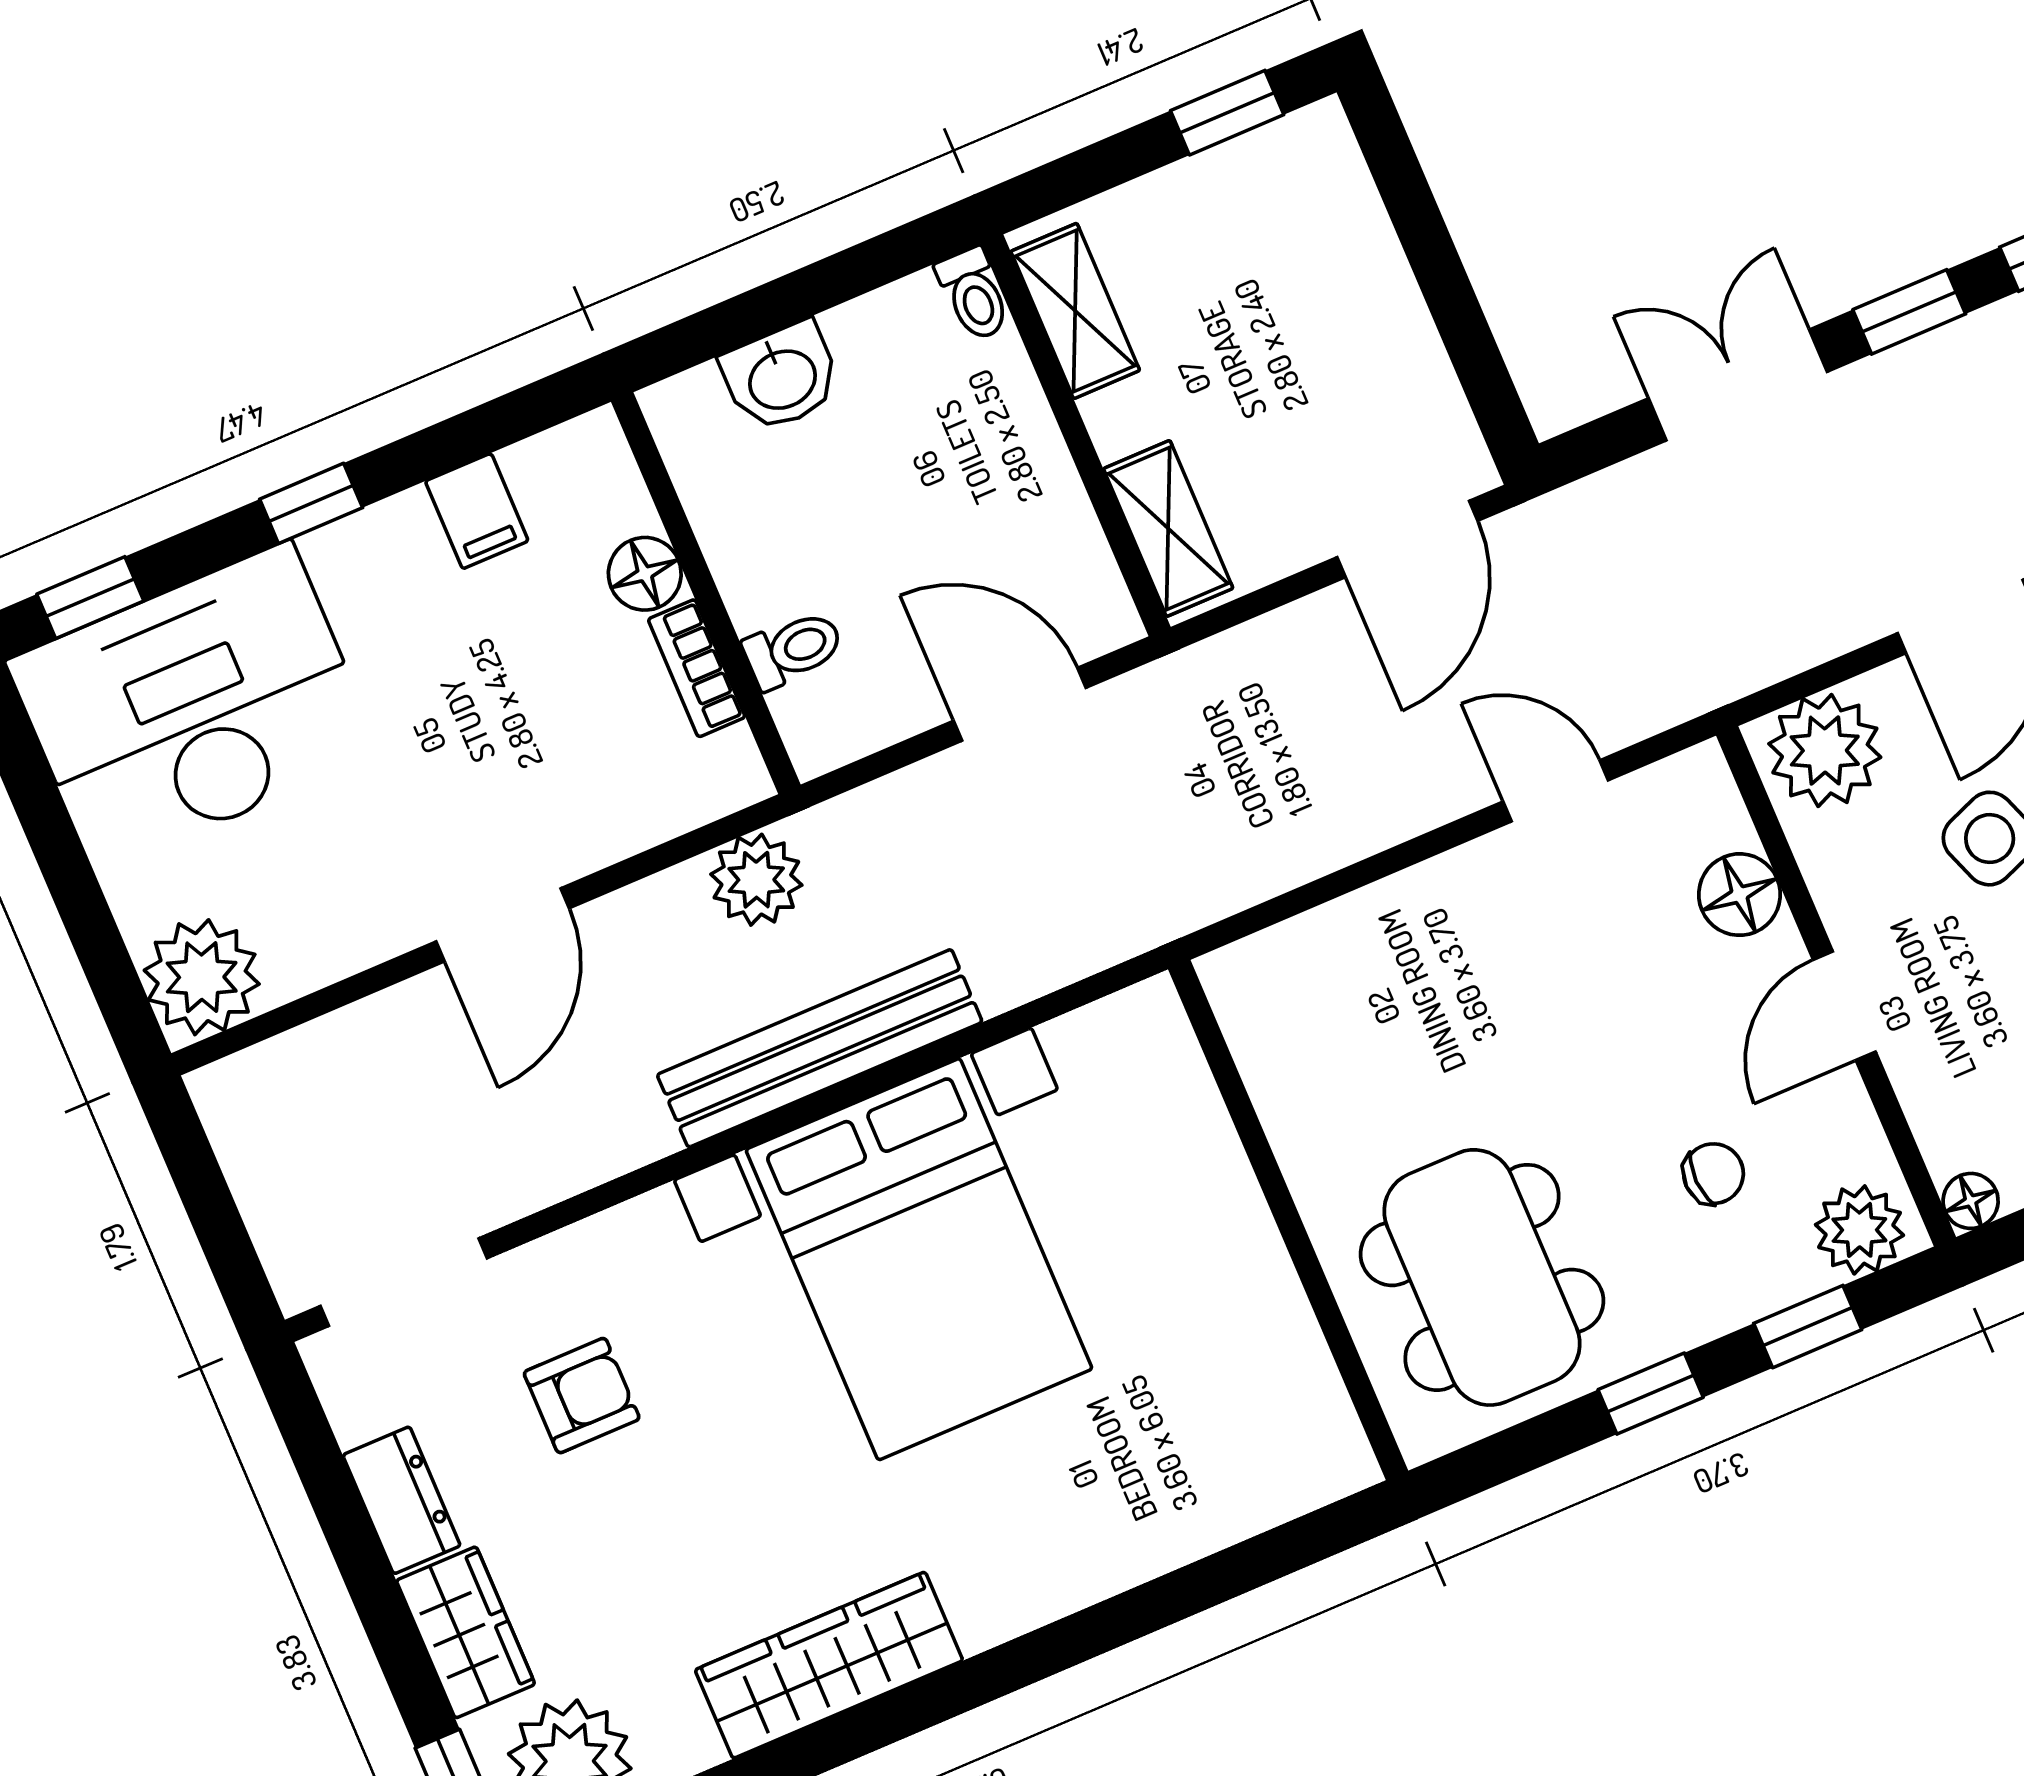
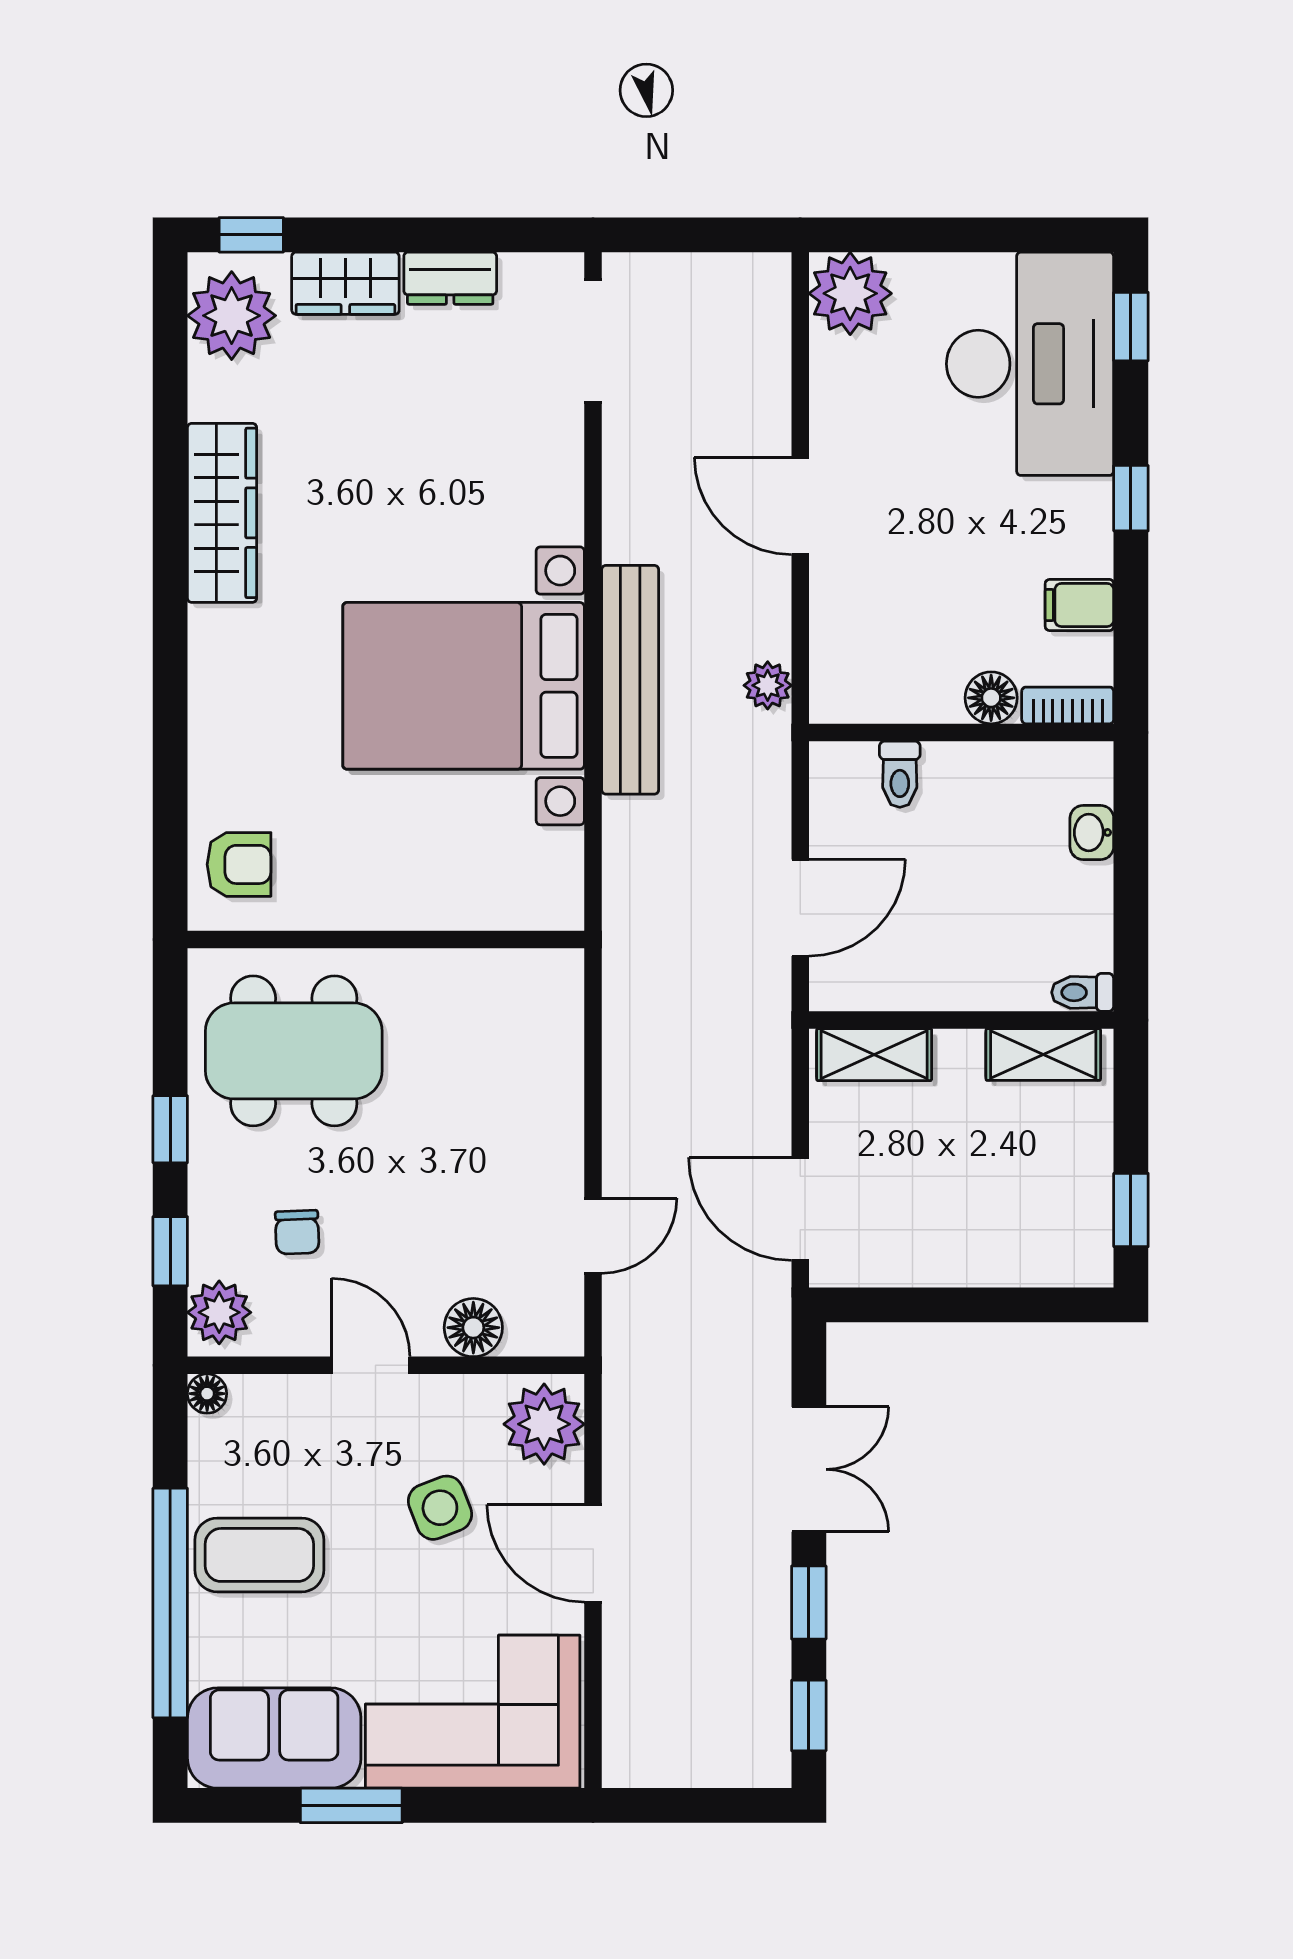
washbasin: (782, 377) -> (1092, 832), width x0.72, depth x0.69
bookcase: (697, 668) -> (1068, 705), moved
plant: (756, 880) -> (768, 685), width x0.73, depth x0.73
armchair: (582, 1396) -> (239, 864), moved, turned -90

